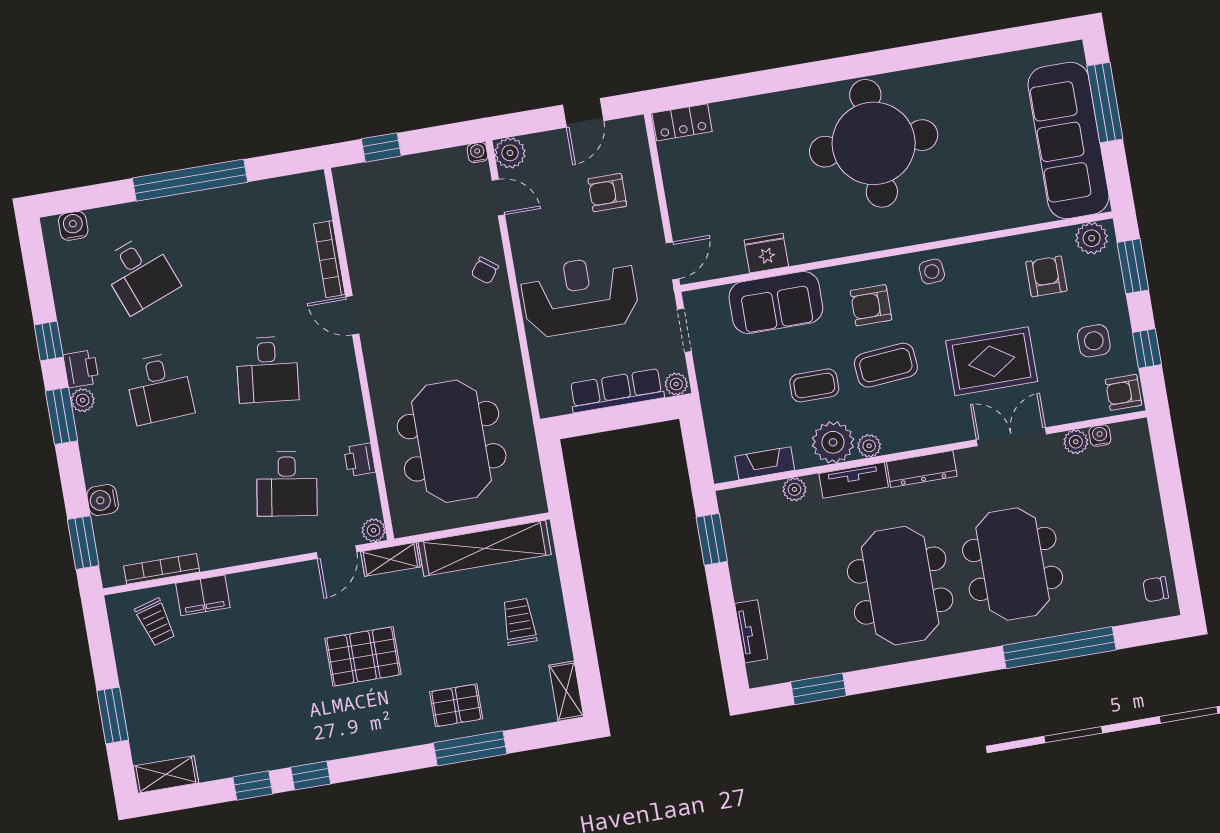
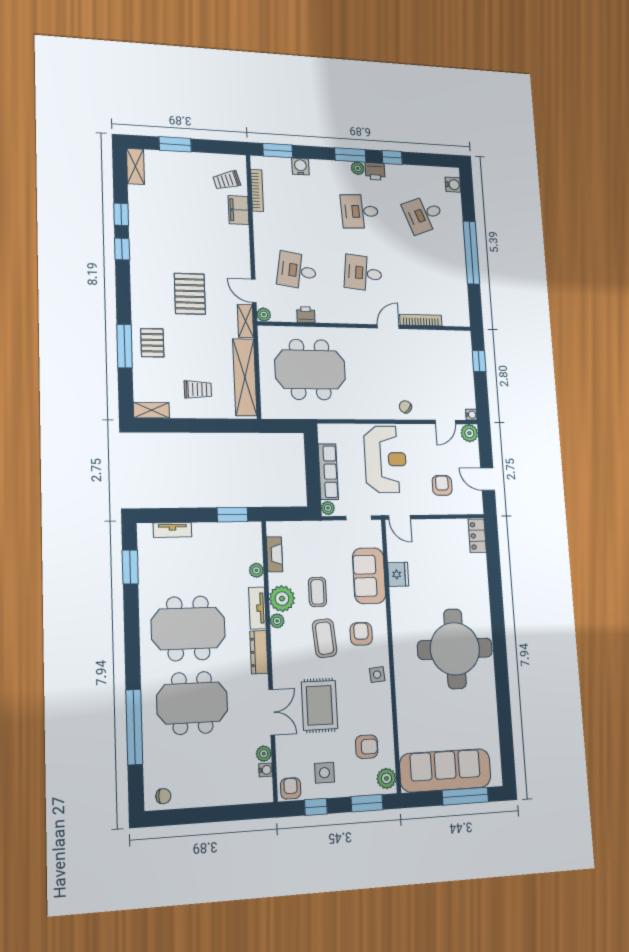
chair: (1156, 589) -> (163, 796), turned 90

